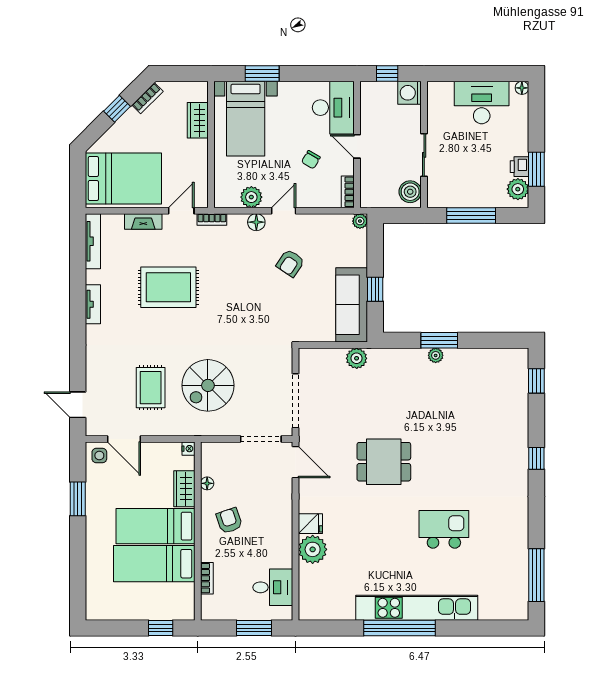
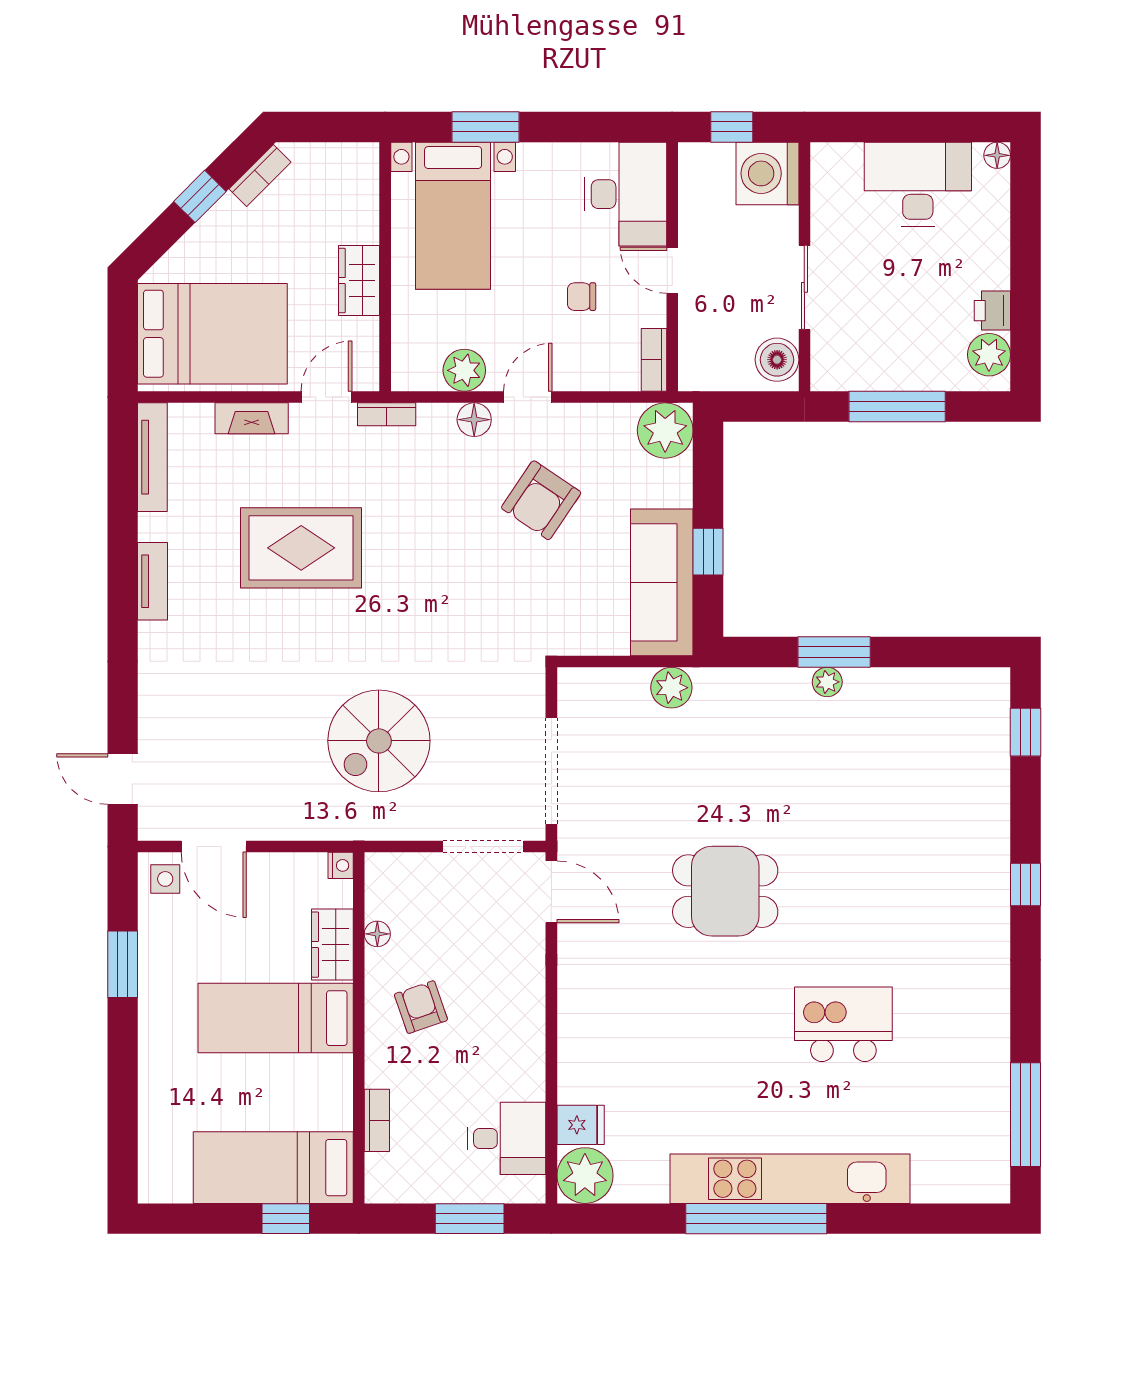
washing machine: (410, 93) -> (767, 173), width x1.37, depth x1.37
wardrobe: (198, 120) -> (359, 281), moved
chair: (311, 160) -> (582, 297), turned 60
window: (536, 169) -> (1025, 316), removed
plant: (360, 221) -> (665, 430), width x1.87, depth x1.87
armchair: (290, 263) -> (541, 500), width x1.38, depth x1.38
rug: (151, 388) -> (266, 745), removed
fridge: (310, 524) -> (581, 1125), moved
plant: (313, 549) -> (585, 1176), moved
bed: (154, 564) -> (273, 1168), moved

